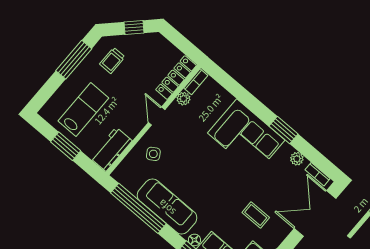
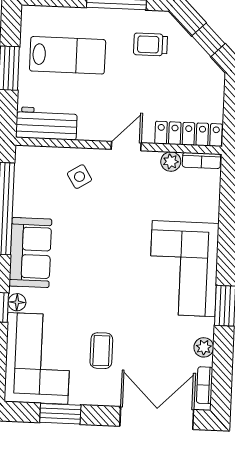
sofa: (167, 207) -> (30, 253), width x0.73

